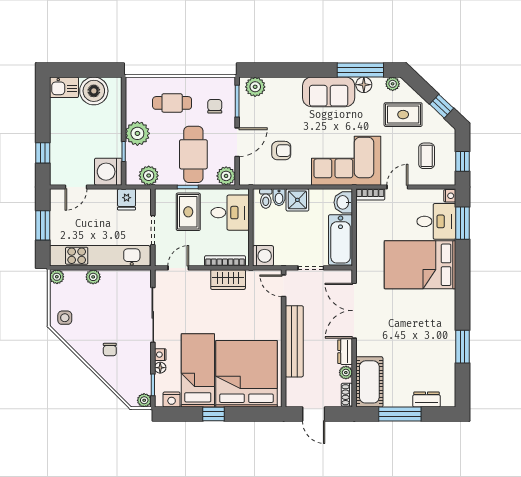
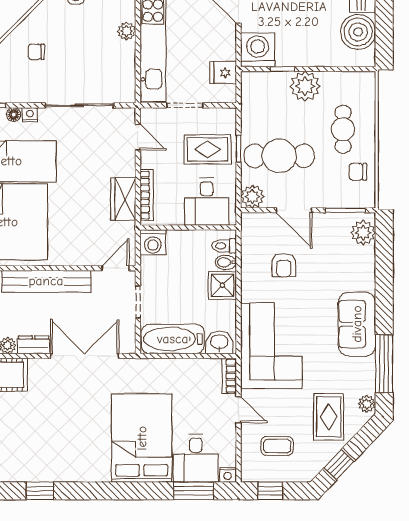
floor lamp: (364, 85) -> (366, 368), removed
chair: (215, 106) -> (358, 172), moved, turned 180
plant: (149, 176) -> (253, 100), removed
window: (463, 347) -> (40, 491), width x0.67

